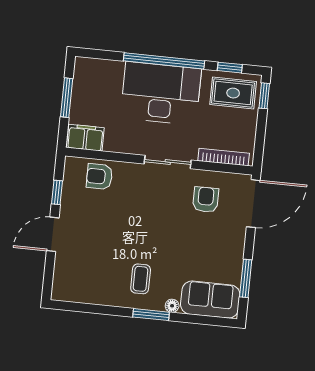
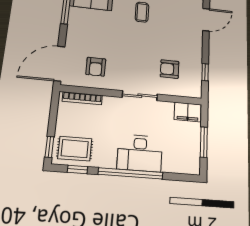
desk: (161, 93) -> (140, 153), width x0.73, depth x0.77
sliding door: (168, 162) -> (140, 96), moved
armchair: (99, 176) -> (170, 69), moved, turned 180
door: (53, 234) -> (206, 20), moved

